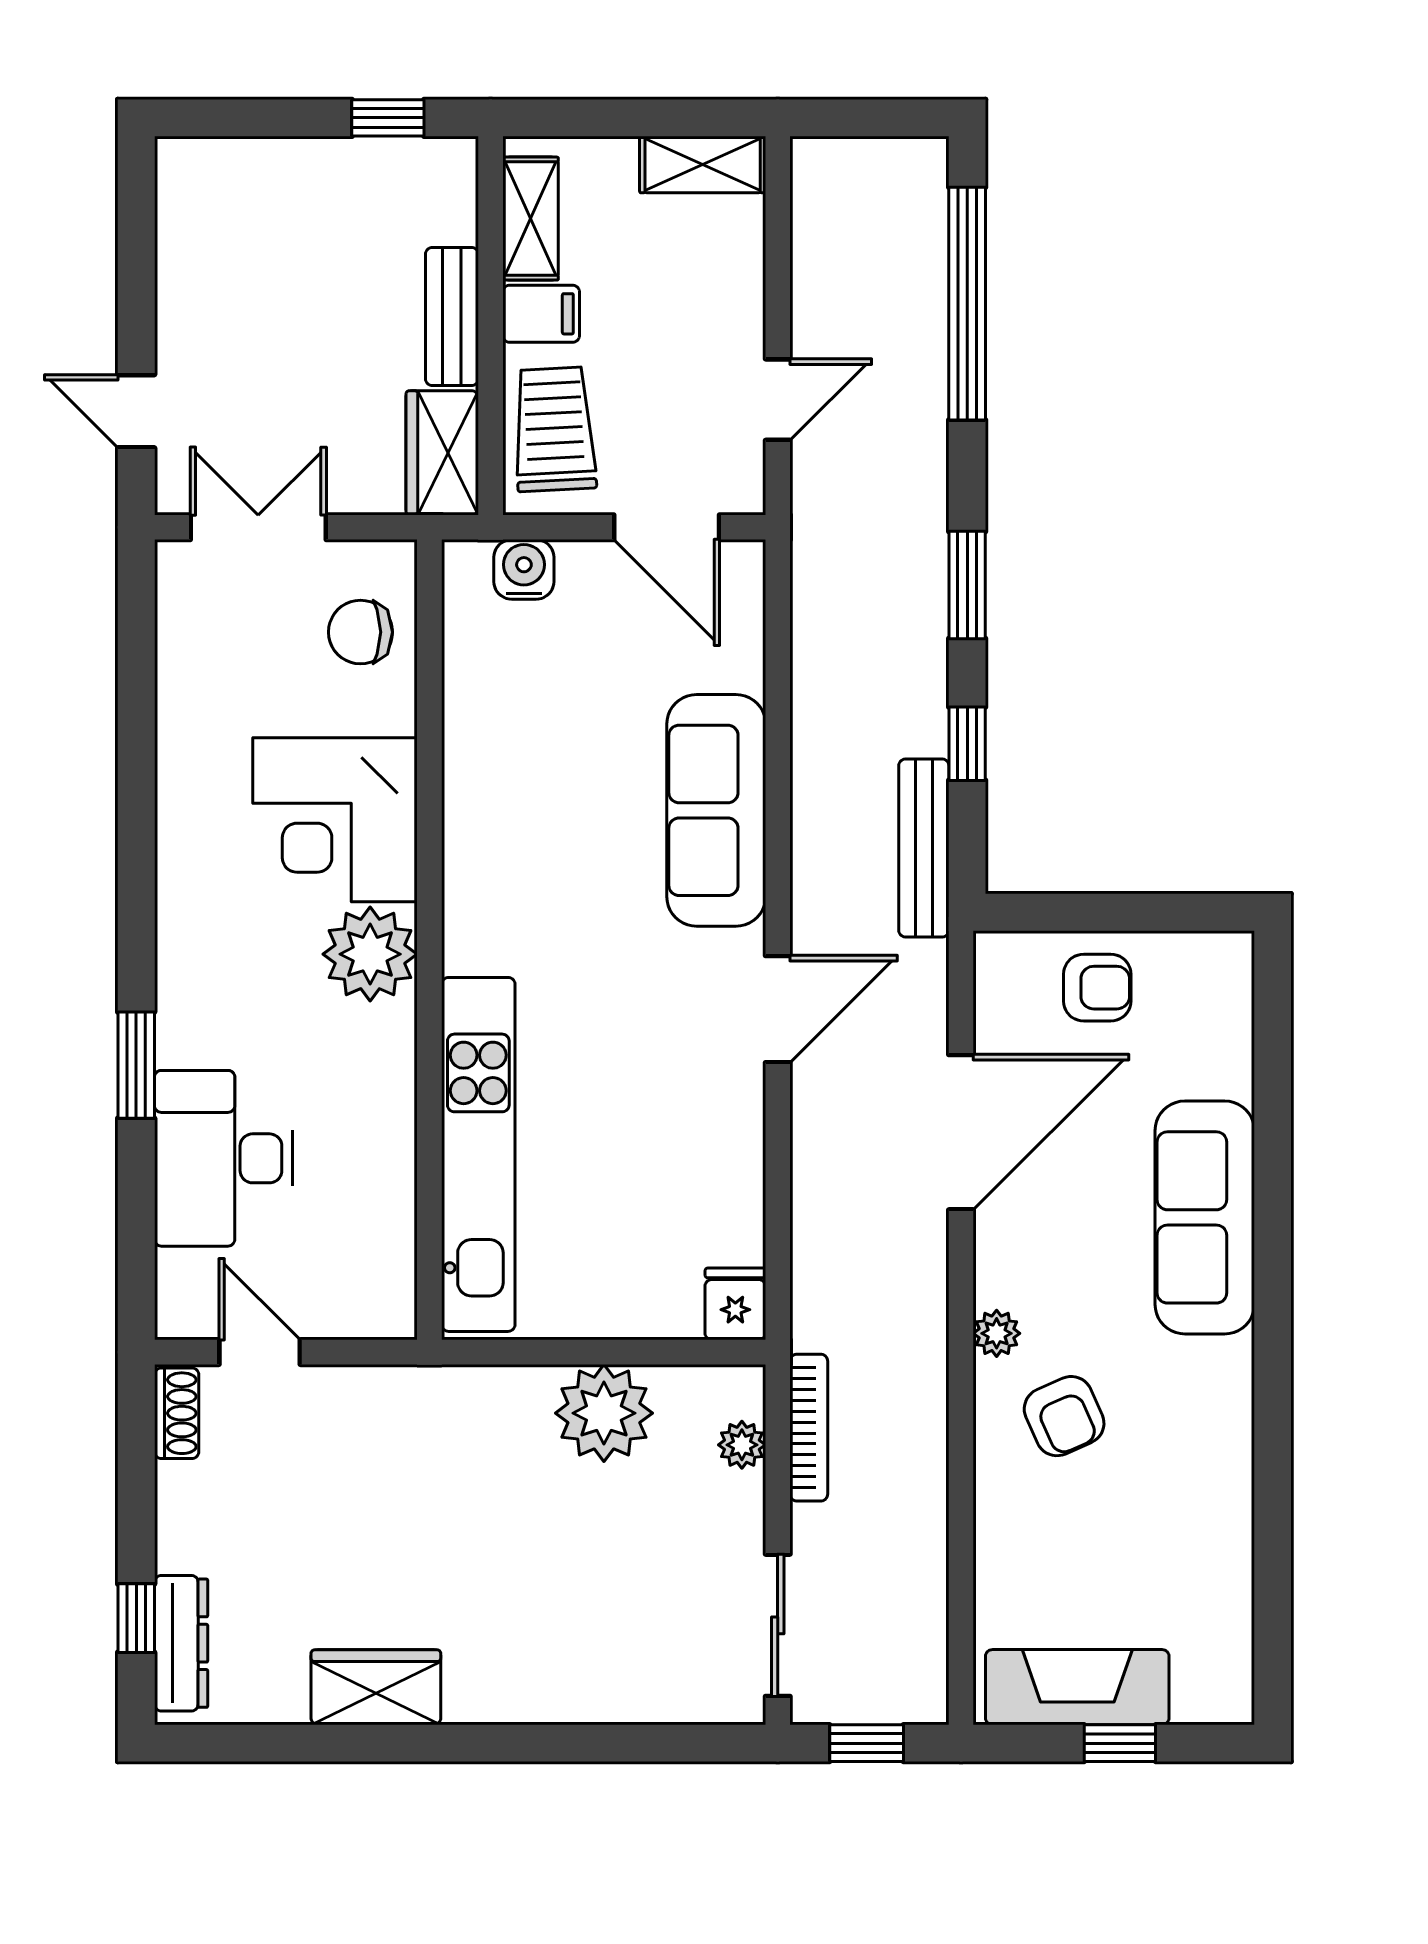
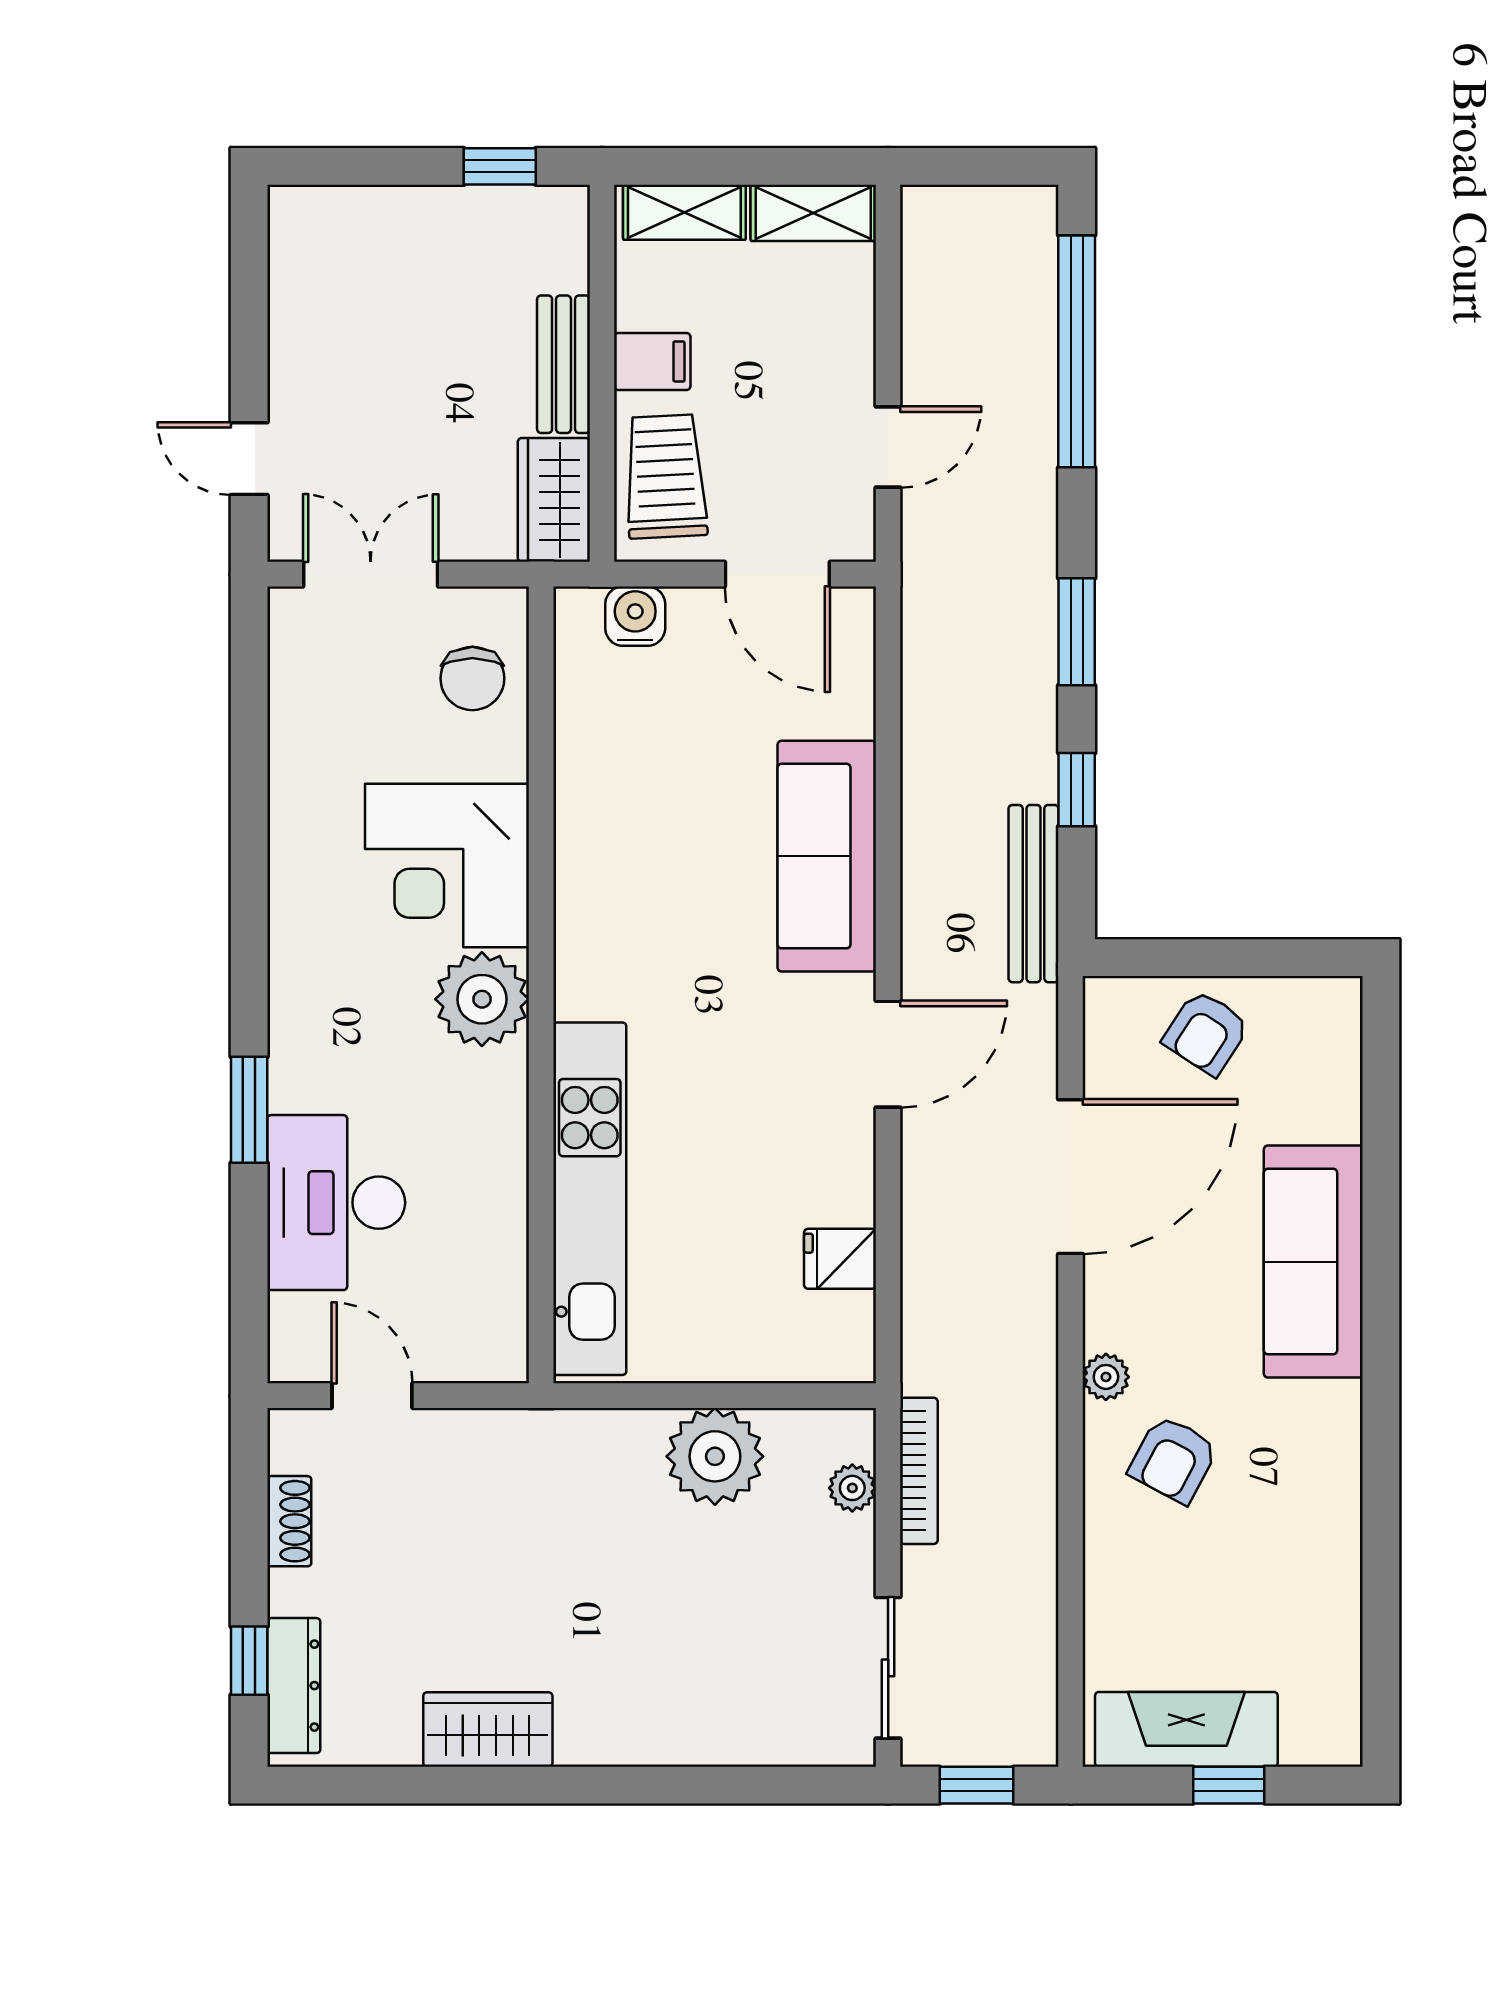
shelving: (530, 219) -> (684, 212), moved, turned 90
chair: (360, 632) -> (472, 678), turned -90
armchair: (1097, 988) -> (1206, 1033), turned 123
fridge: (735, 1304) -> (840, 1259), moved, turned -90
shoe rack: (177, 1413) -> (289, 1521), moved
armchair: (1064, 1416) -> (1173, 1459), turned 52

